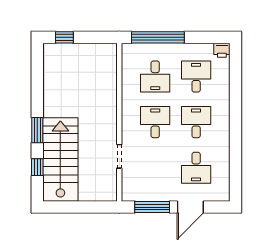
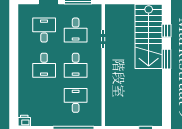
desk: (196, 77) -> (76, 30), moved

